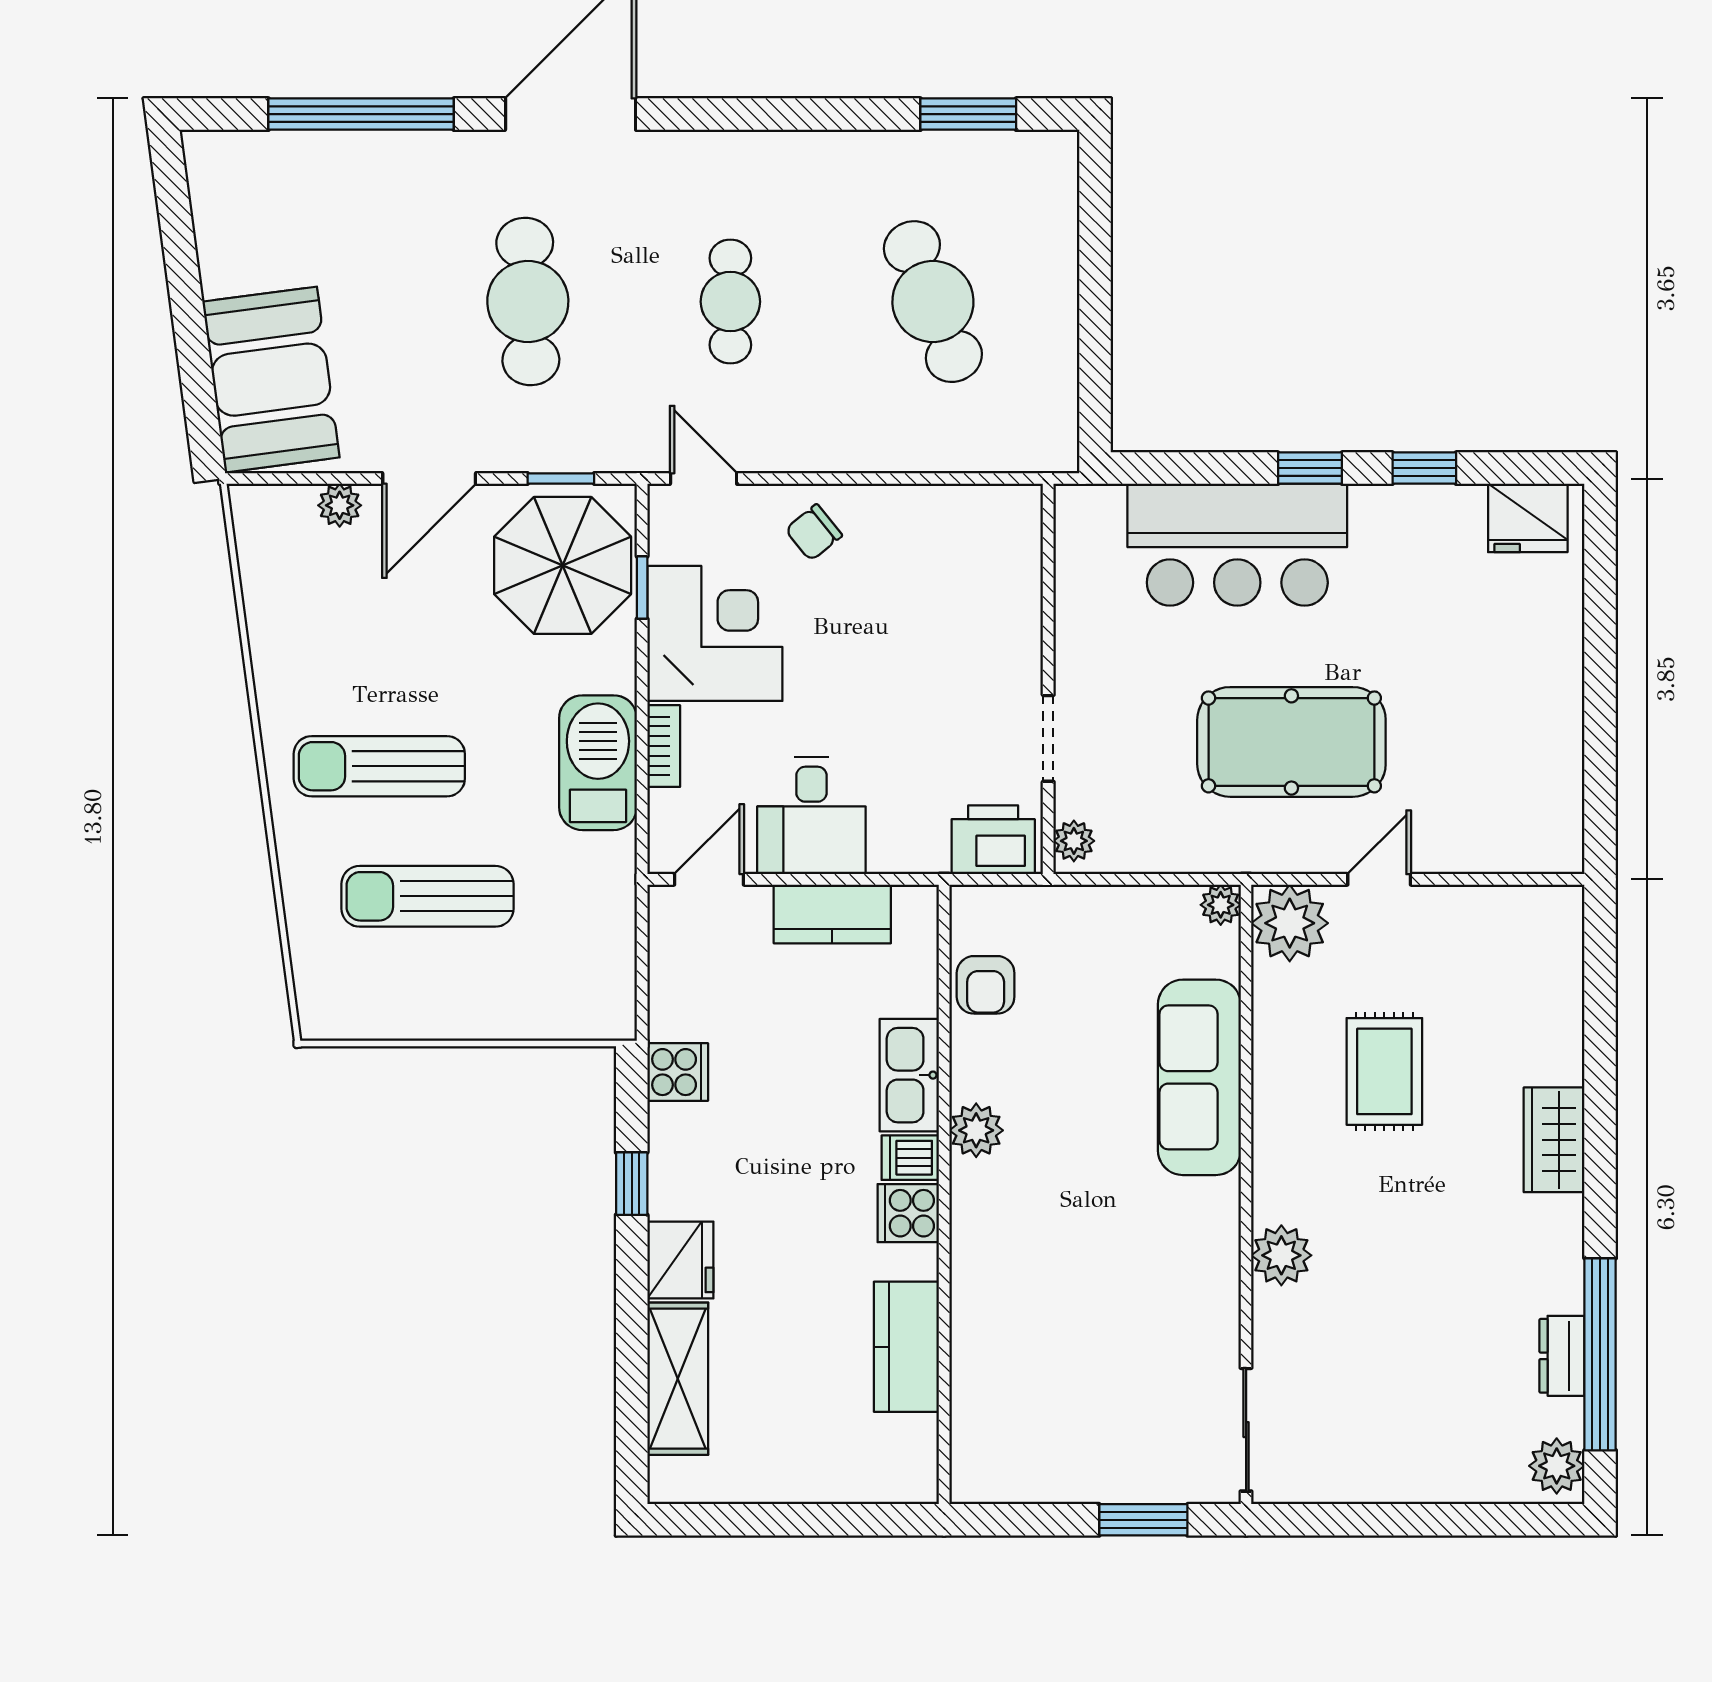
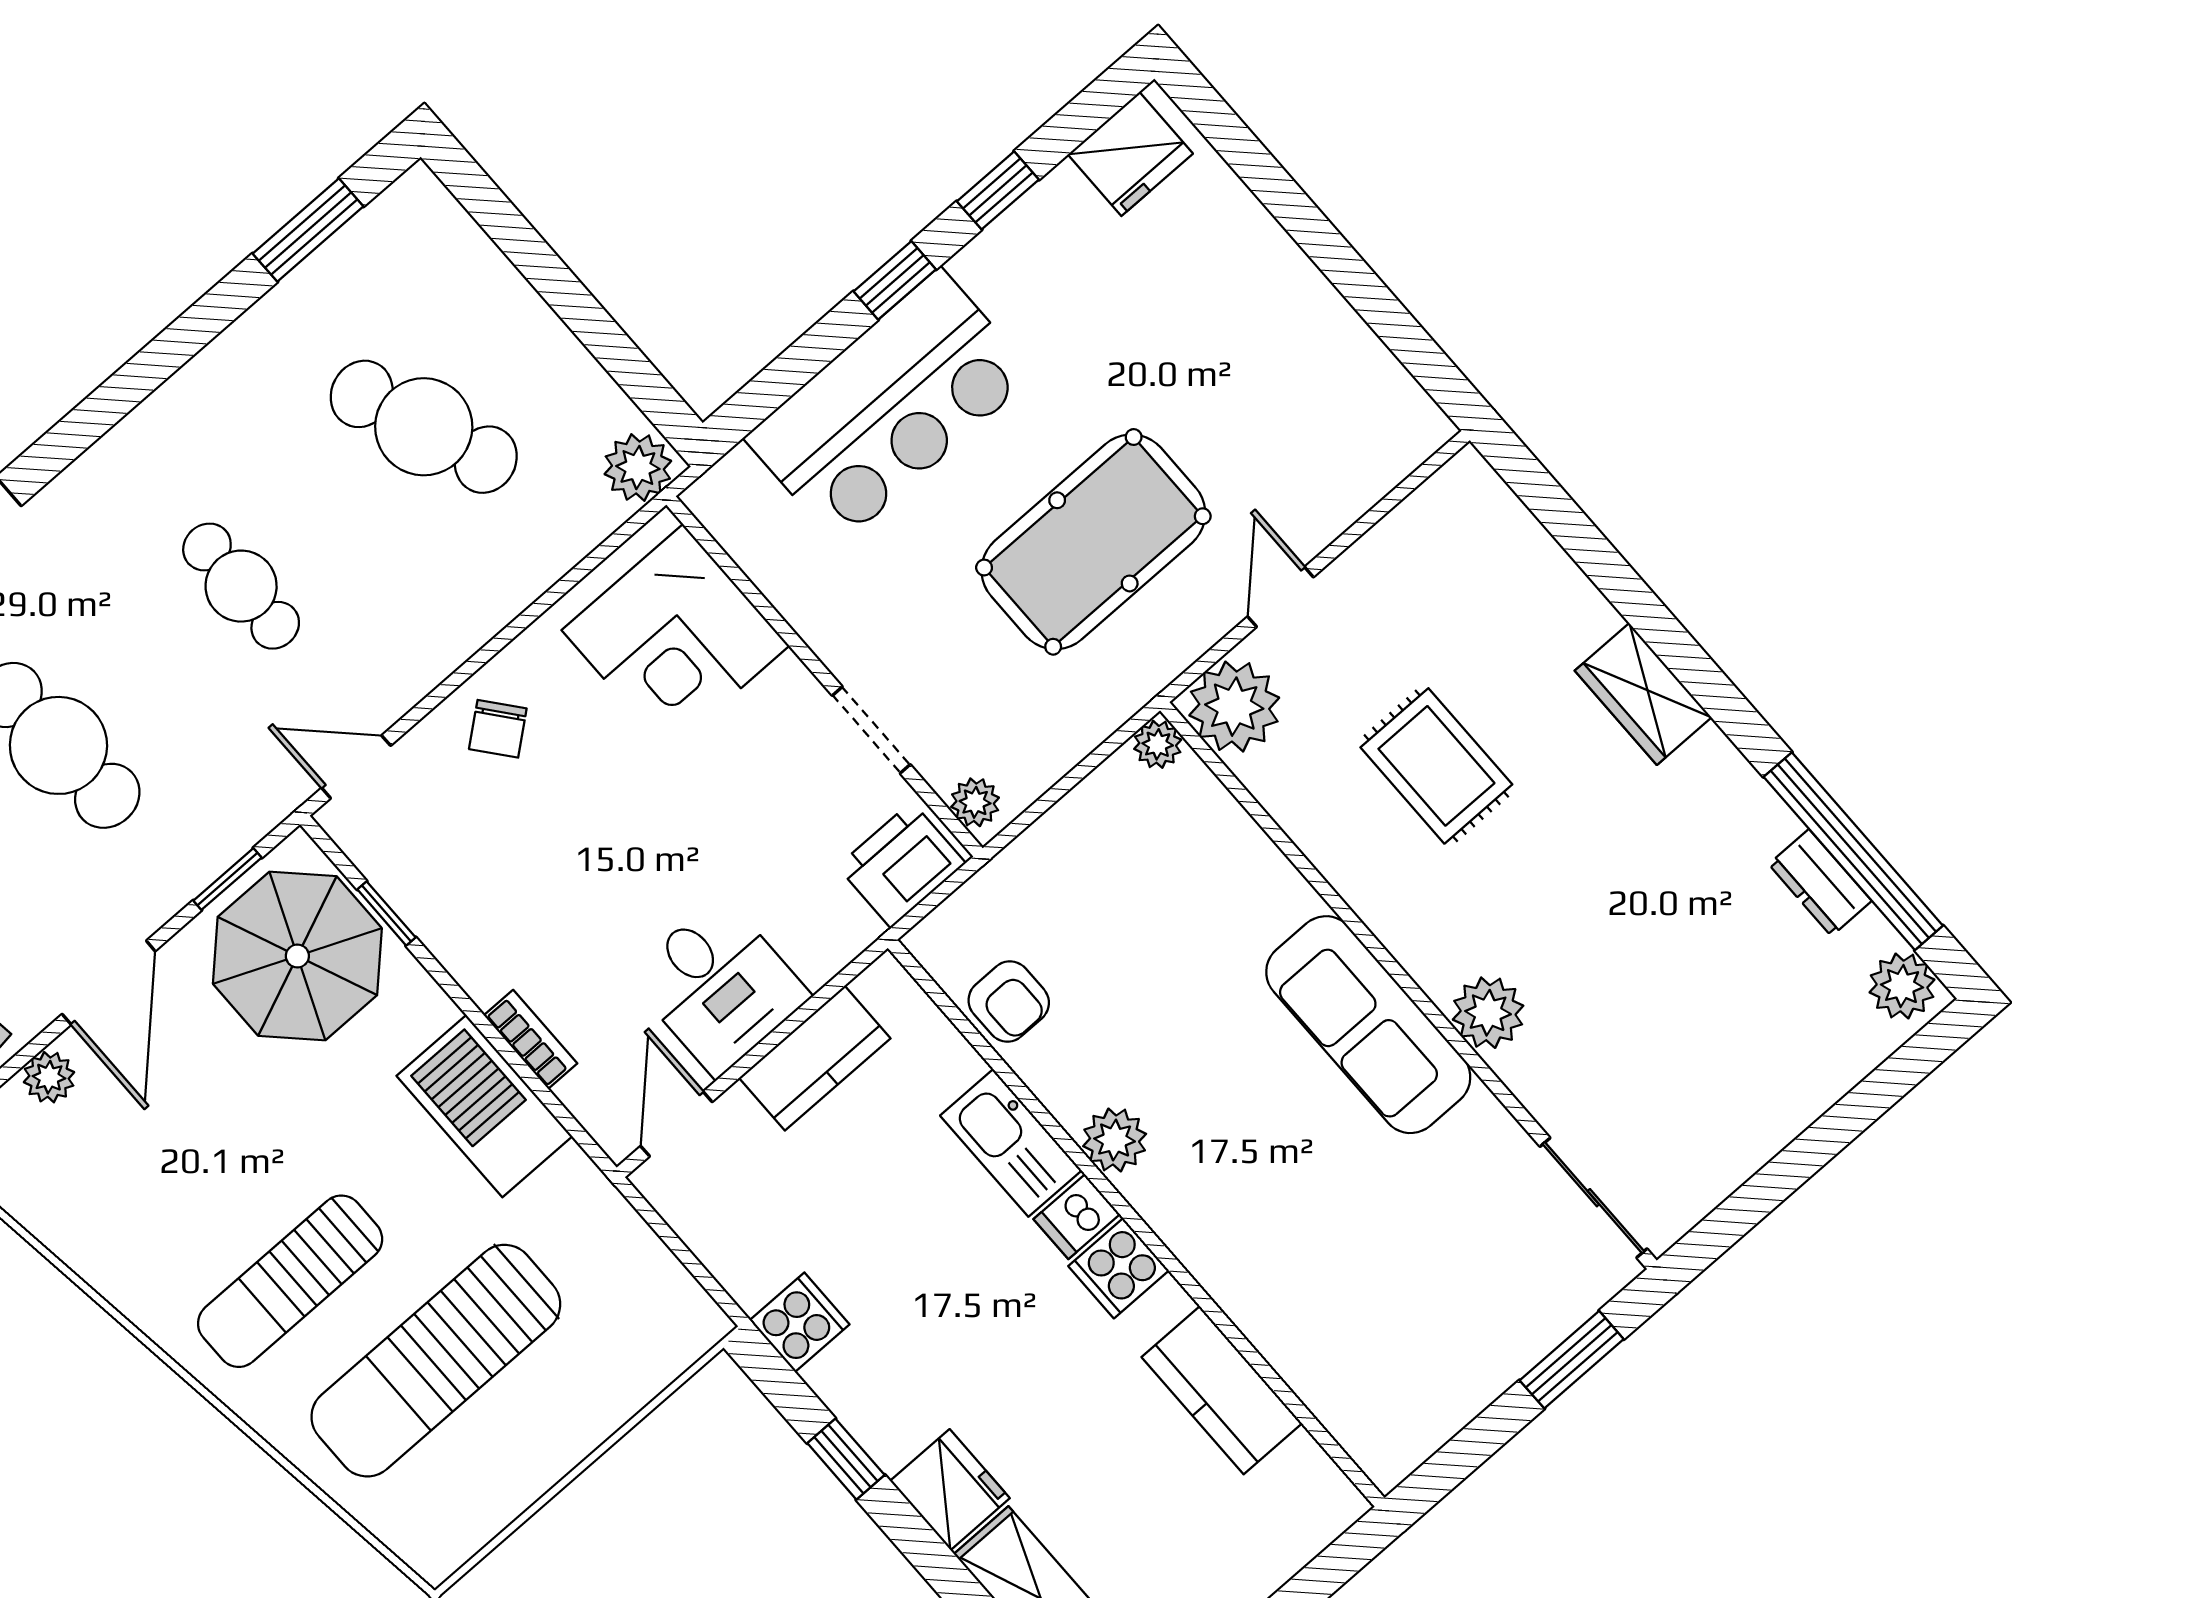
plant: (1045, 445) -> (638, 468), added
corner desk: (715, 633) -> (675, 638), moved, turned 180
sun lounger: (427, 896) -> (436, 1361), width x1.36, depth x1.34
sofa: (1199, 1077) -> (1368, 1025), moved

